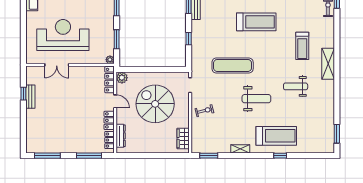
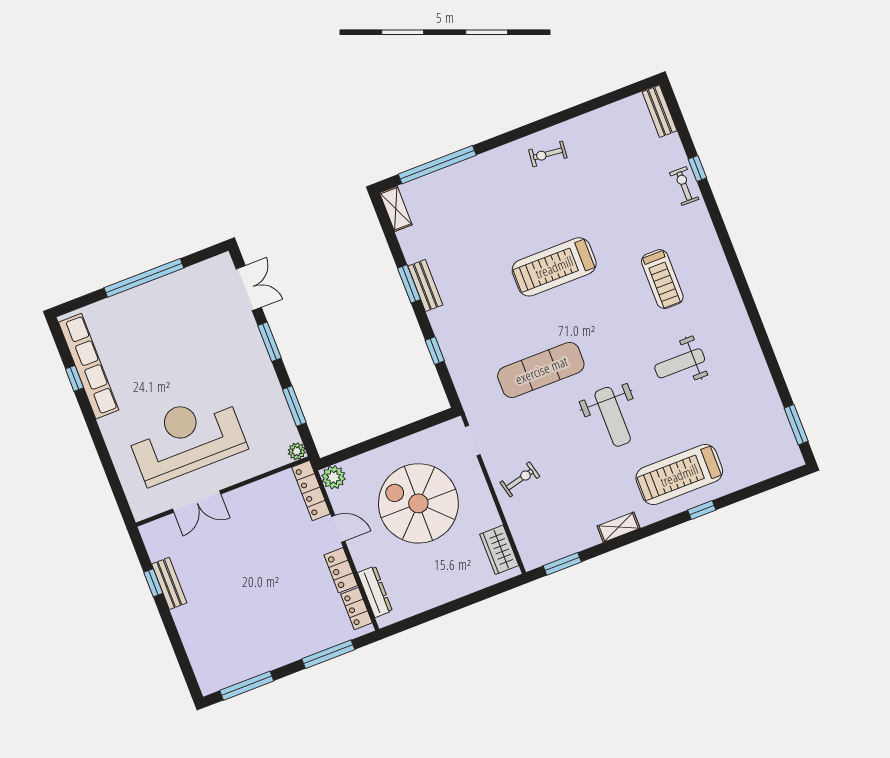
treadmill: (256, 22) -> (554, 267), turned 180
shelving: (328, 64) -> (726, 294), removed
weight bench: (256, 99) -> (613, 417), turned 90
treadmill: (276, 136) -> (679, 475), turned 180

